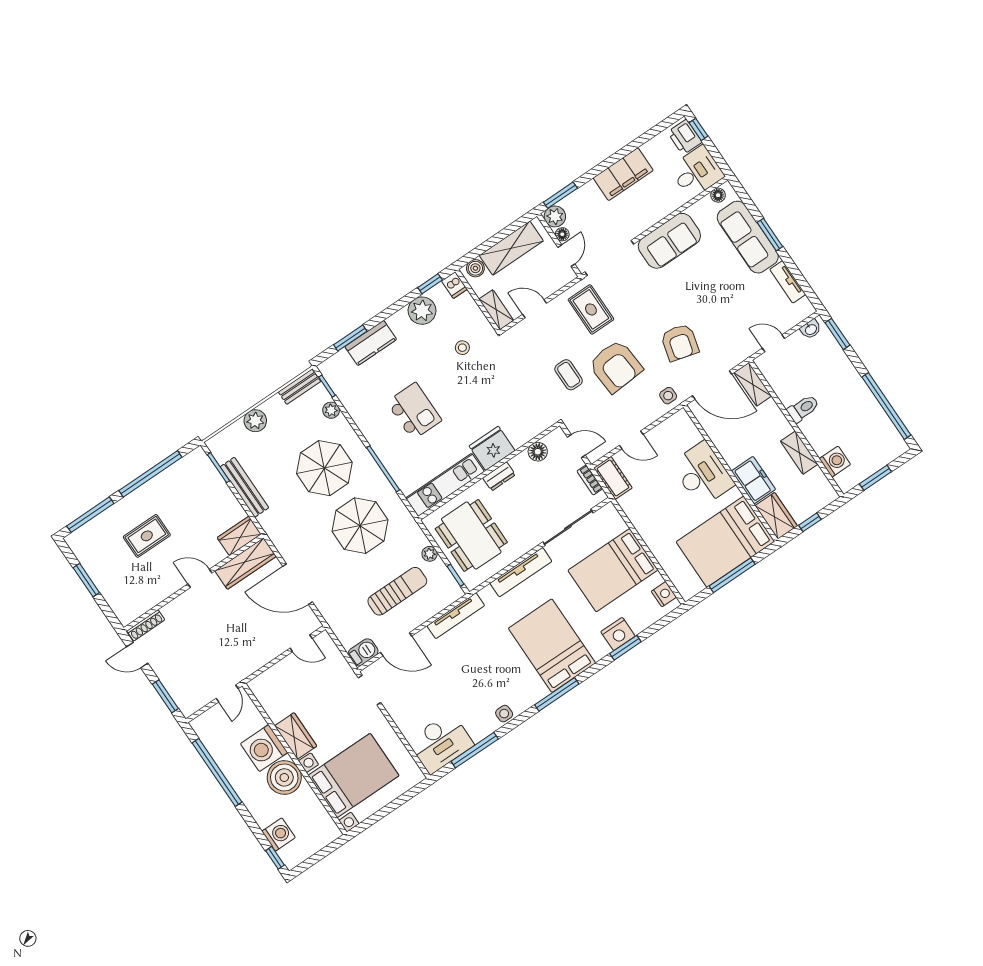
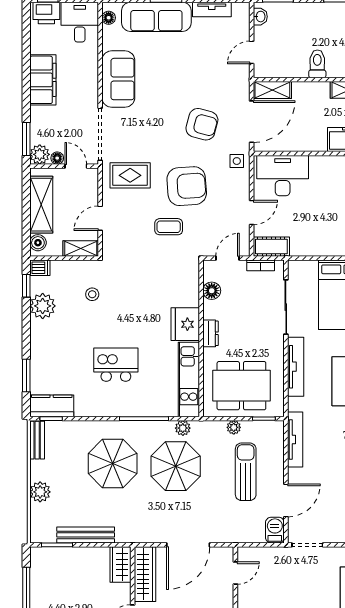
kitchen counter: (371, 343) -> (52, 406), moved, turned -90
plant: (331, 410) -> (183, 428), moved
desk: (703, 474) -> (283, 176), moved

